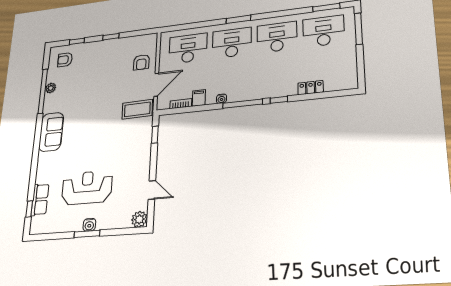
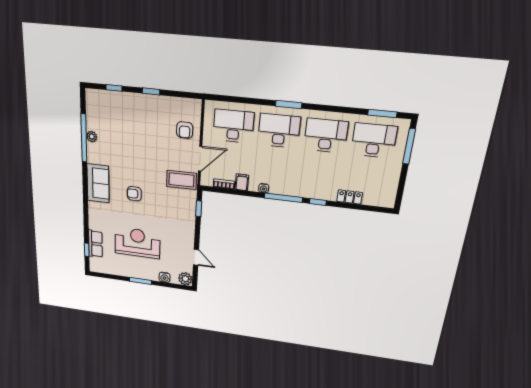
armchair: (65, 60) -> (134, 194), moved
water cooler: (89, 225) -> (165, 277), moved

